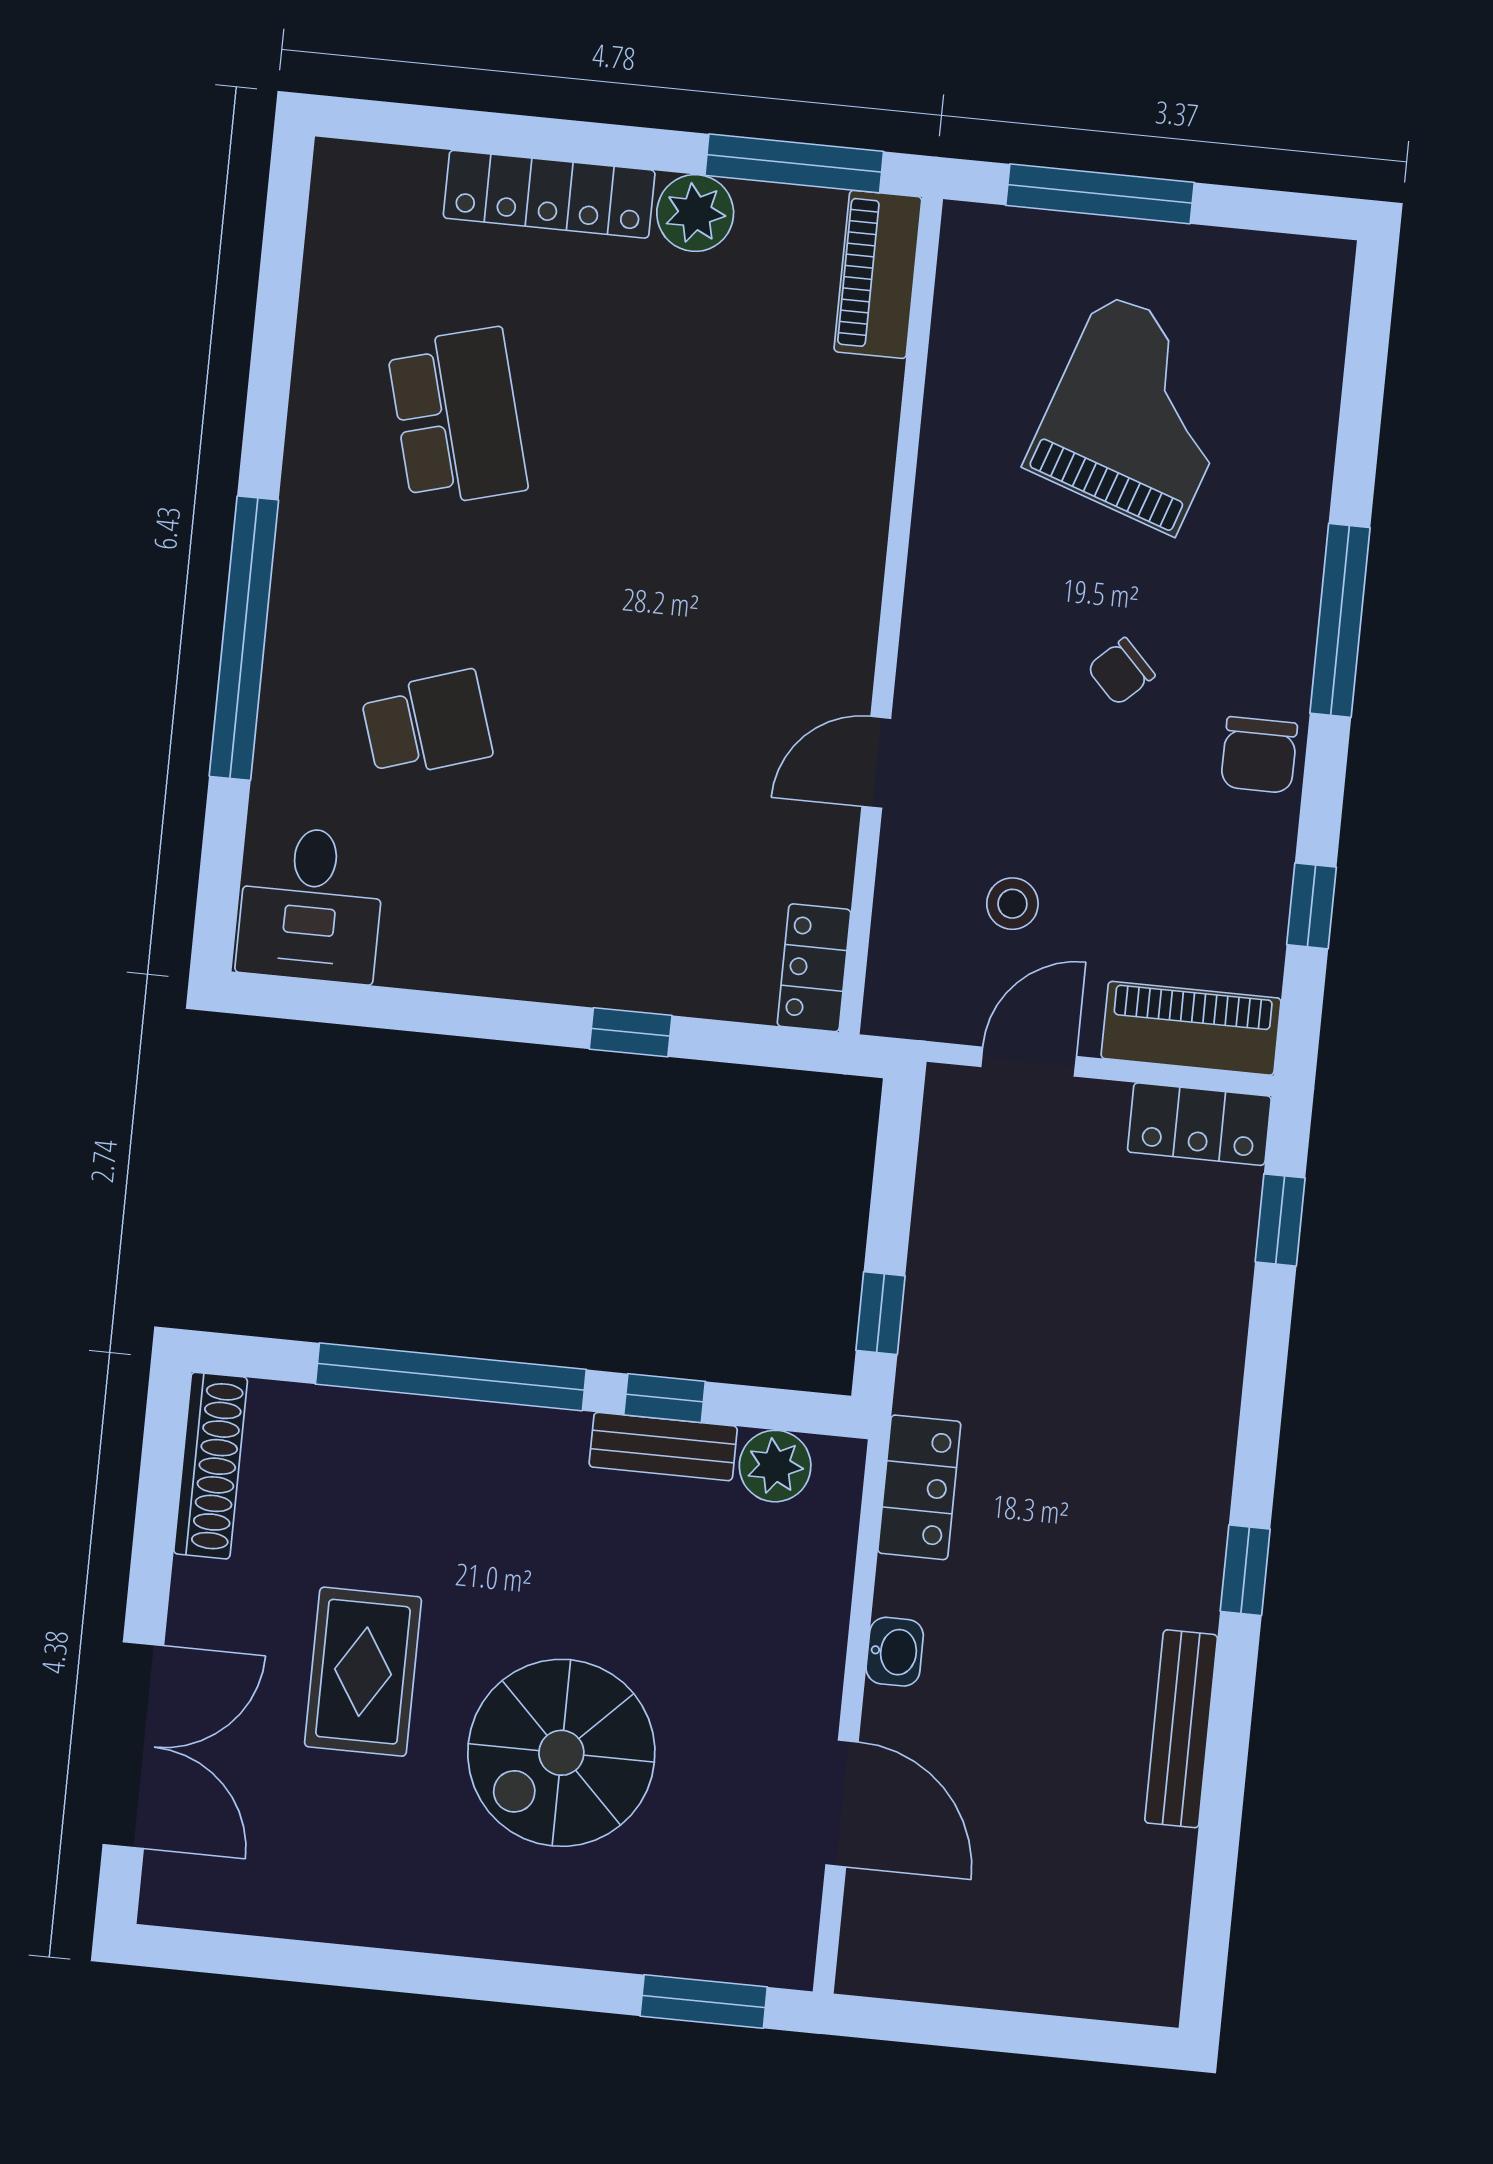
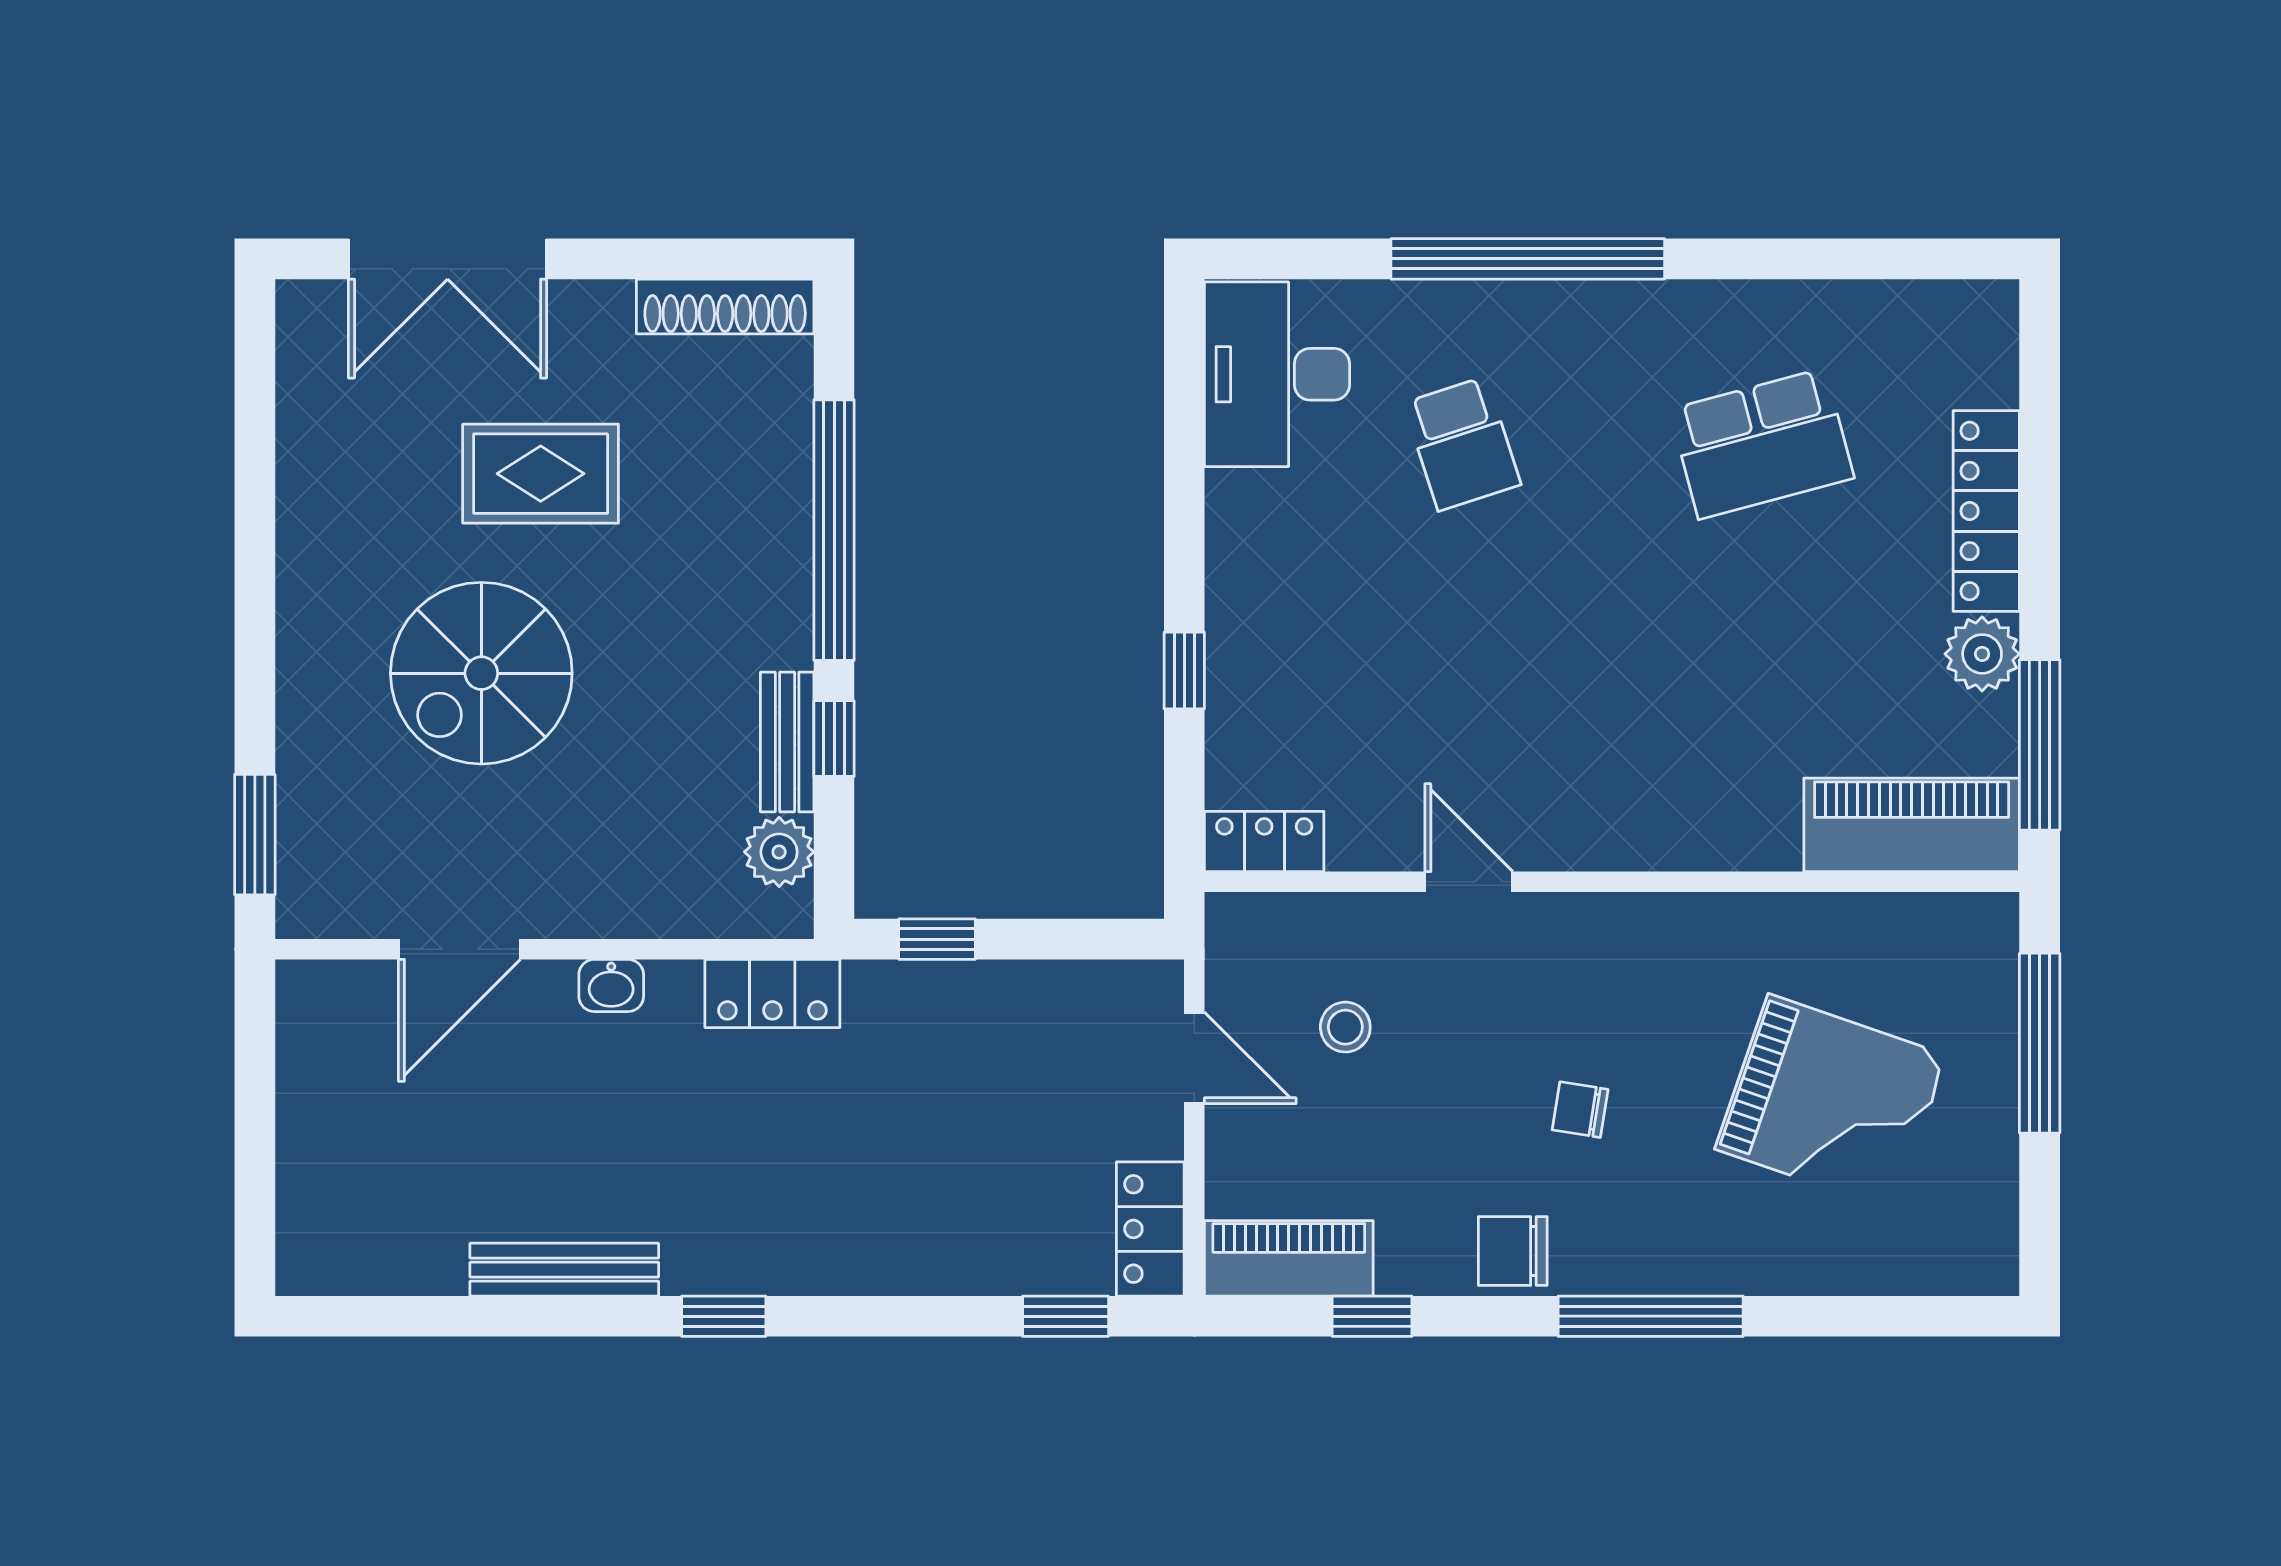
piano: (878, 274) -> (1912, 825), width x1.37, depth x1.33
chair: (1121, 672) -> (1580, 1110), turned -37
desk: (311, 904) -> (1277, 374), width x1.37
piano: (1191, 1028) -> (1289, 1258), moved, turned -90
spiral stairs: (561, 1753) -> (481, 673), turned -90

